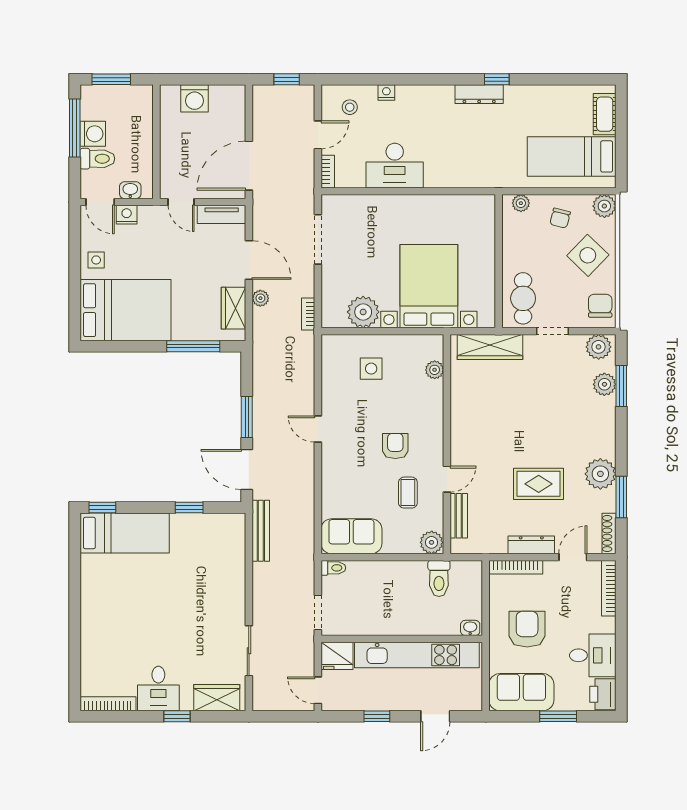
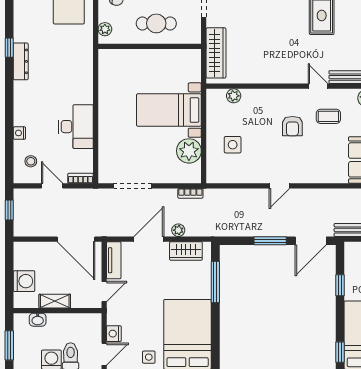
shelving: (169, 138) -> (55, 301), added
washbasin: (130, 190) -> (38, 320), moved, turned -90
bed with nightstands: (429, 286) -> (169, 110), width x0.73
cafe table: (523, 298) -> (156, 23), moved
armchair: (395, 446) -> (292, 126), turned -90

